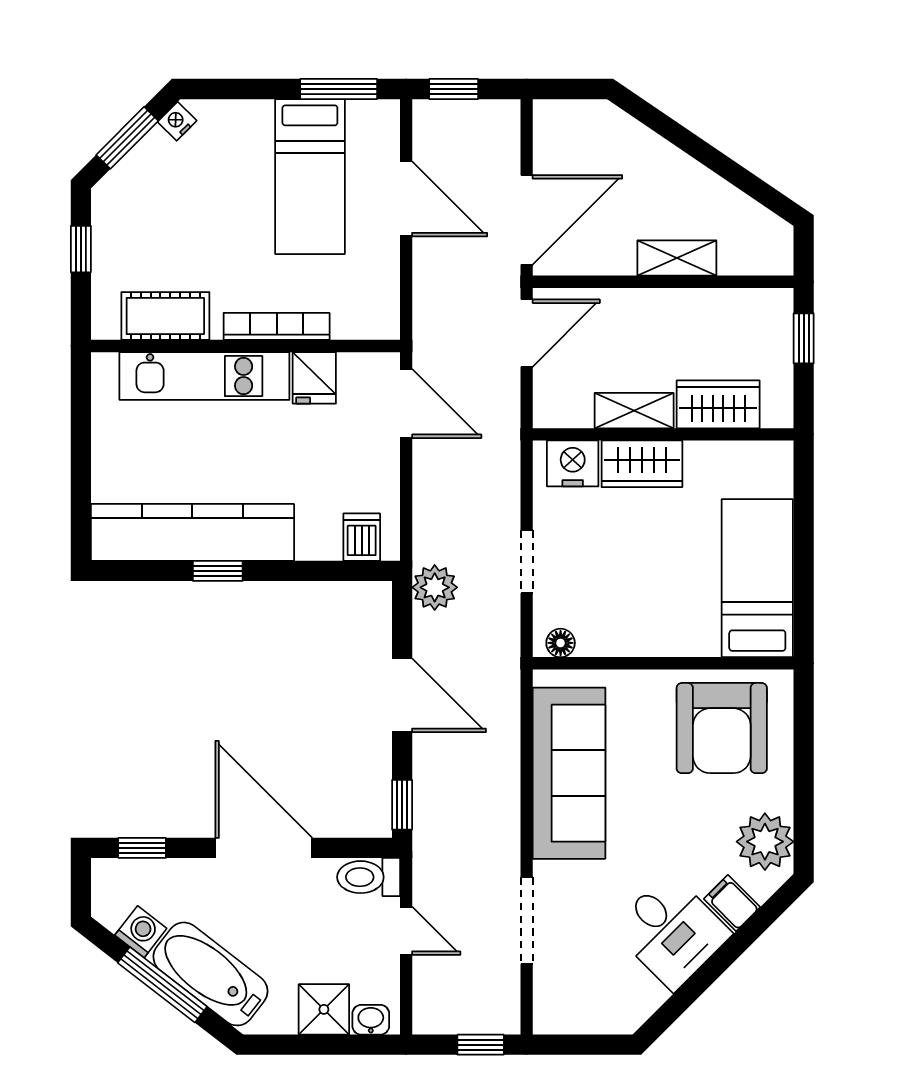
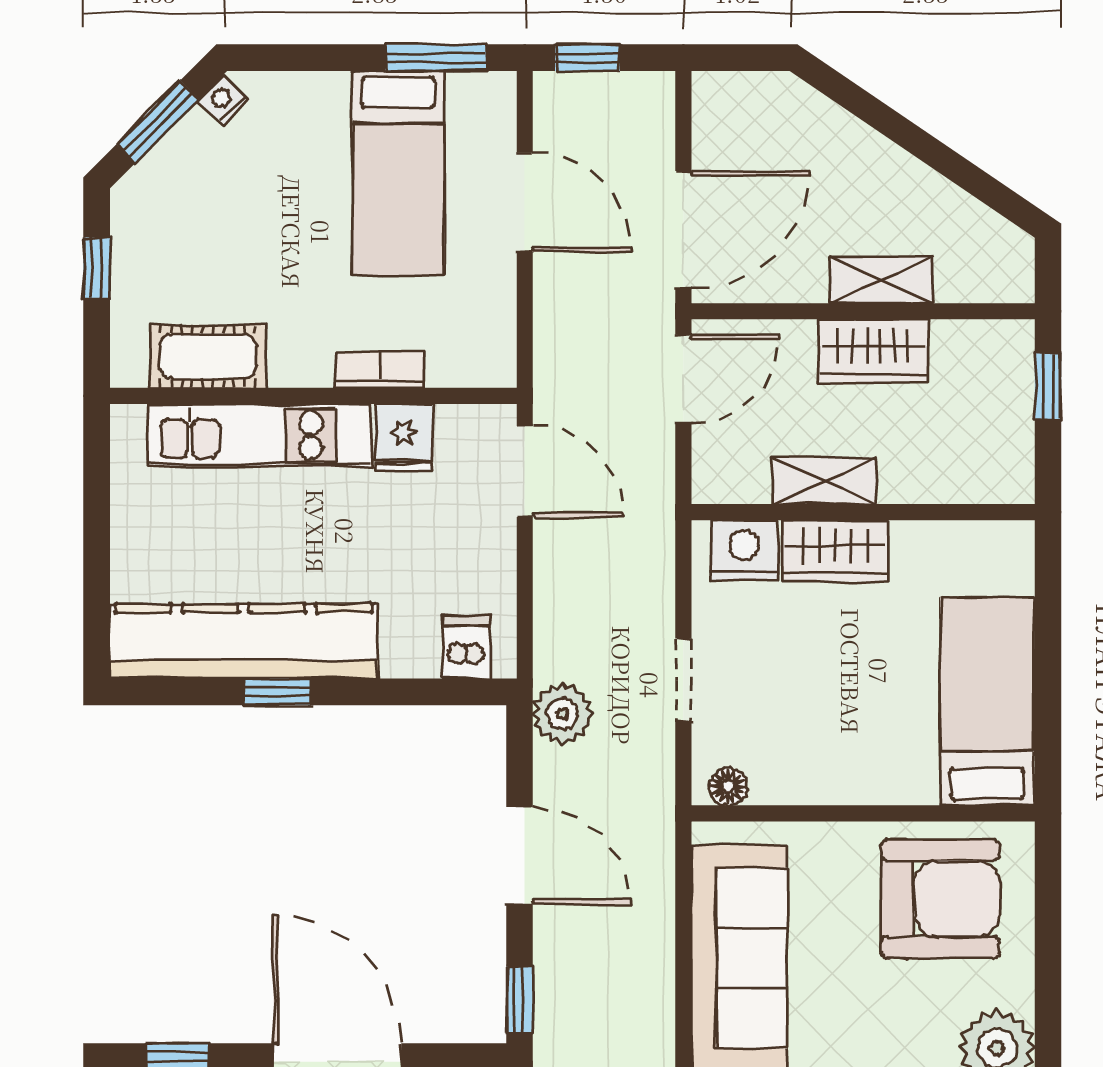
bookcase: (277, 326) -> (379, 370), width x0.64
wardrobe: (718, 404) -> (873, 351), moved, turned 180
armchair: (722, 728) -> (940, 899), turned -90

